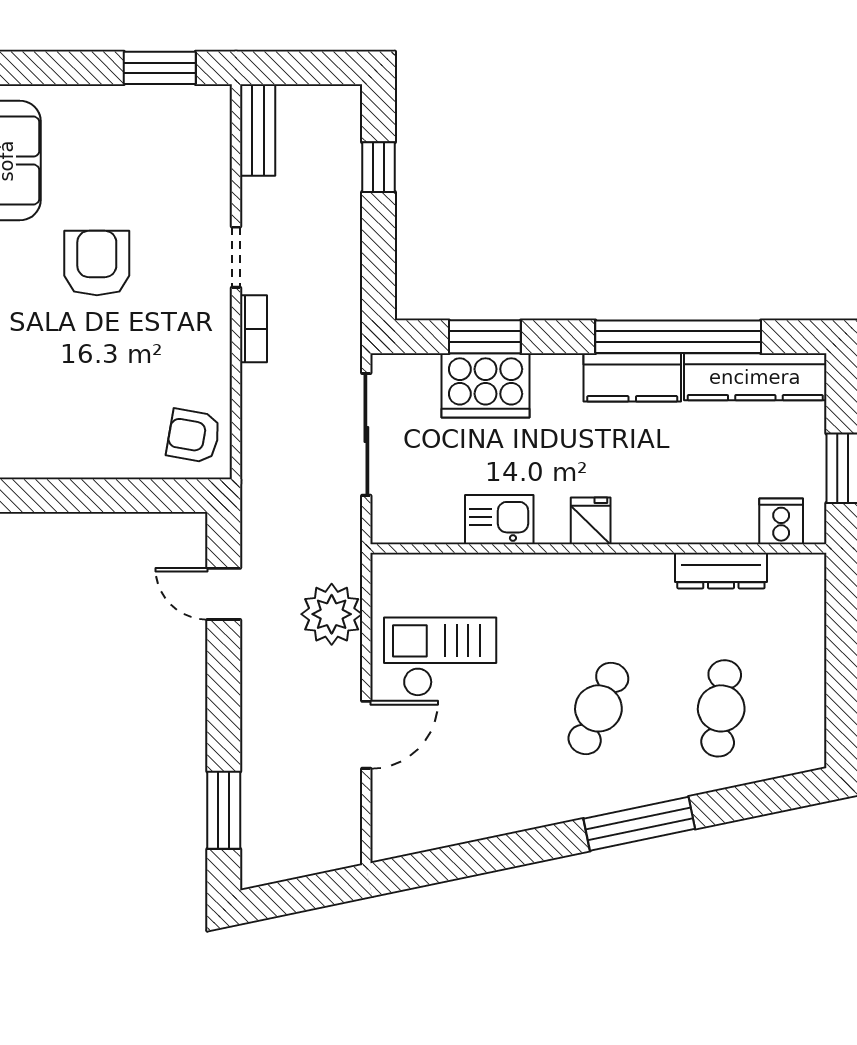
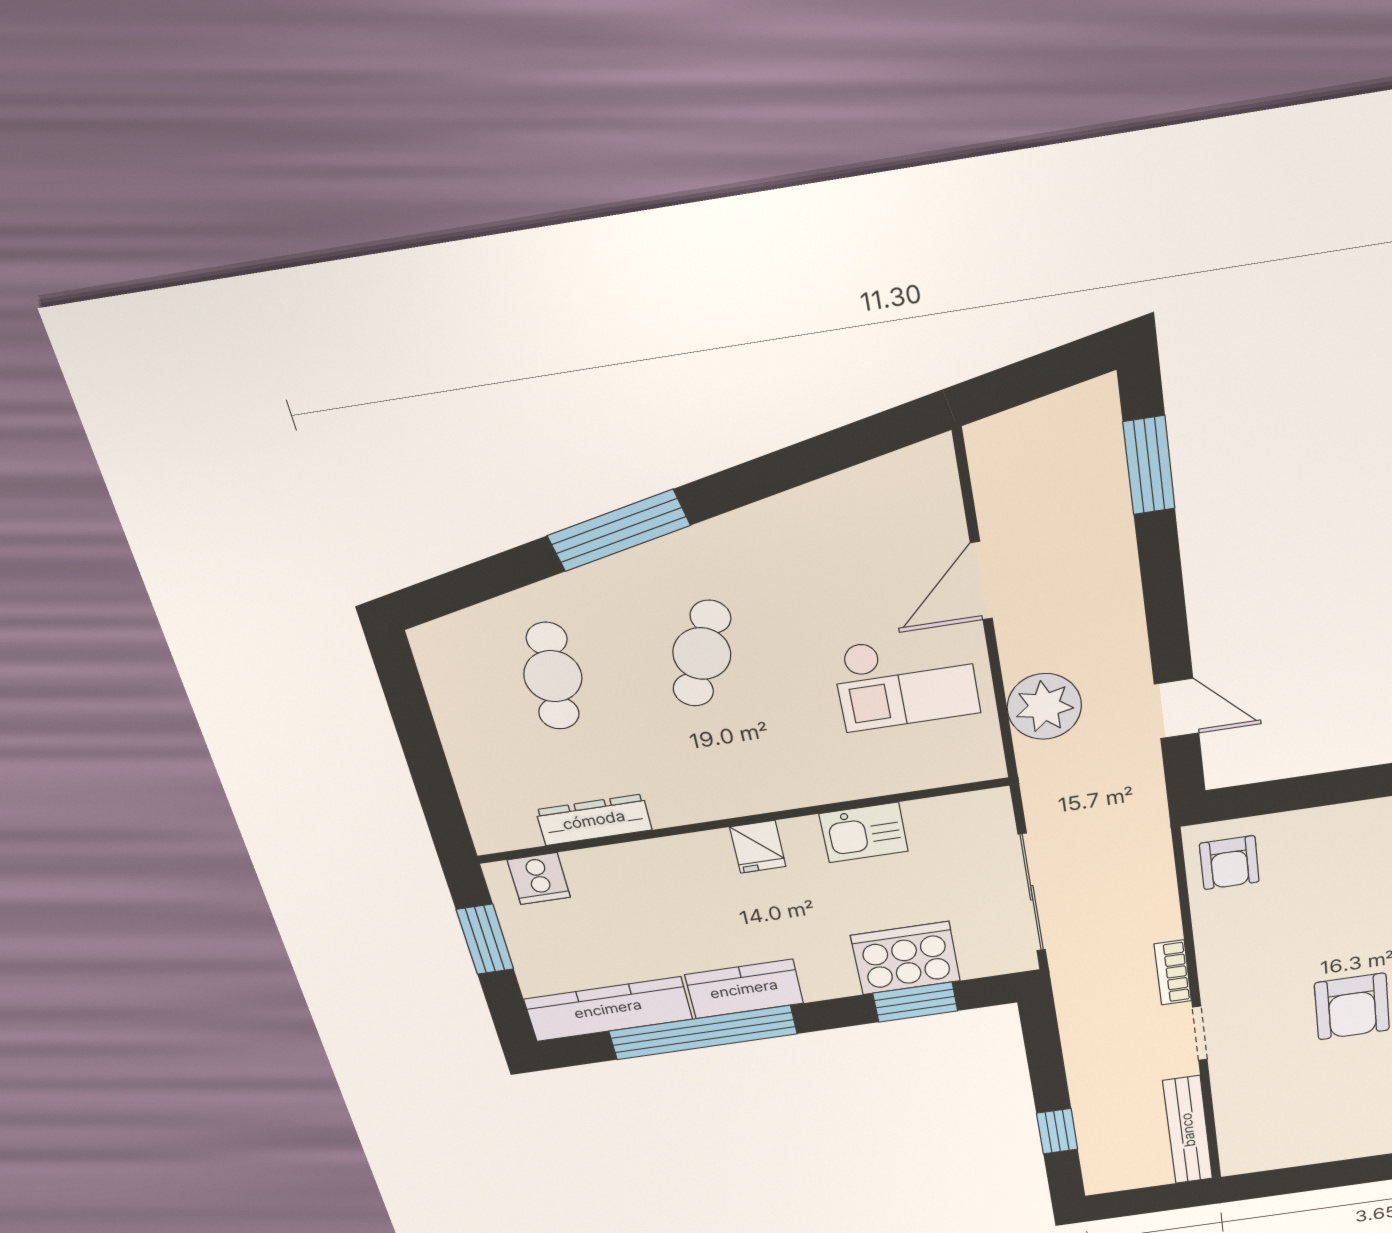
window: (160, 68) -> (1298, 1179), removed
bench: (258, 130) -> (1188, 1130), width x1.36
armchair: (194, 436) -> (1229, 863), turned 80

